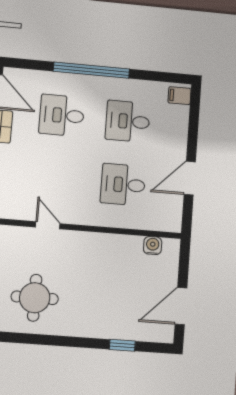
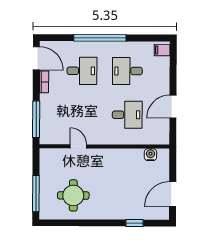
desk: (62, 115) -> (82, 71), turned 180
desk: (123, 185) -> (127, 115), turned 180

